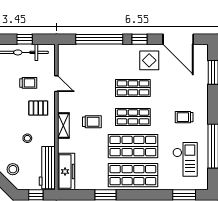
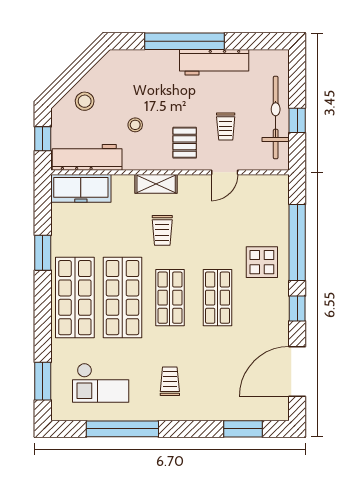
display table: (149, 60) -> (262, 262), moved

